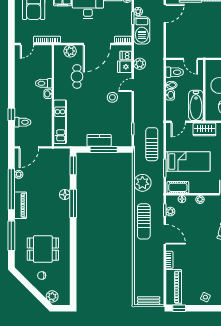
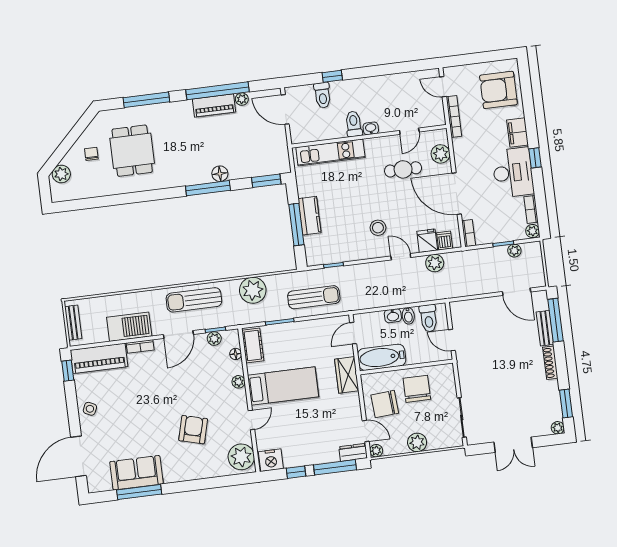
barbecue: (142, 30) -> (129, 327), moved, turned 180
door: (191, 59) -> (452, 340), hinge flipped
door: (53, 69) -> (409, 131), added
toilet: (44, 83) -> (354, 124), moved
door: (178, 122) -> (353, 333), hinge flipped
bed: (188, 162) -> (283, 386), moved, turned -90
piano: (21, 205) -> (214, 105), moved

